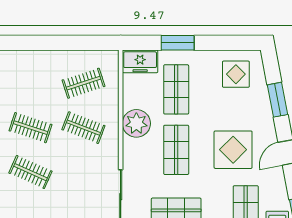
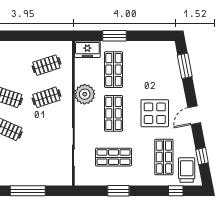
display table: (236, 74) -> (157, 59), removed
window: (278, 100) -> (185, 66), moved
clothes rail: (83, 128) -> (46, 97), turned -39

